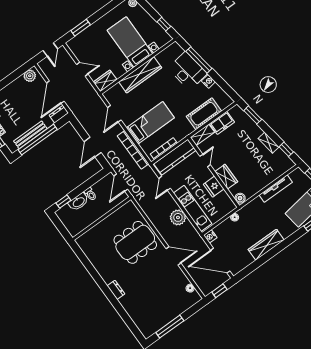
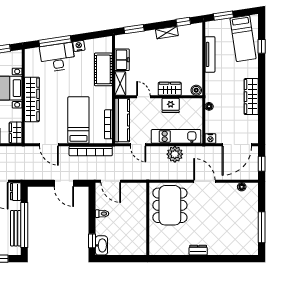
washbasin: (79, 202) -> (101, 245), moved
wall: (102, 218) -> (148, 219), moved
door: (173, 256) -> (204, 181), hinge flipped

